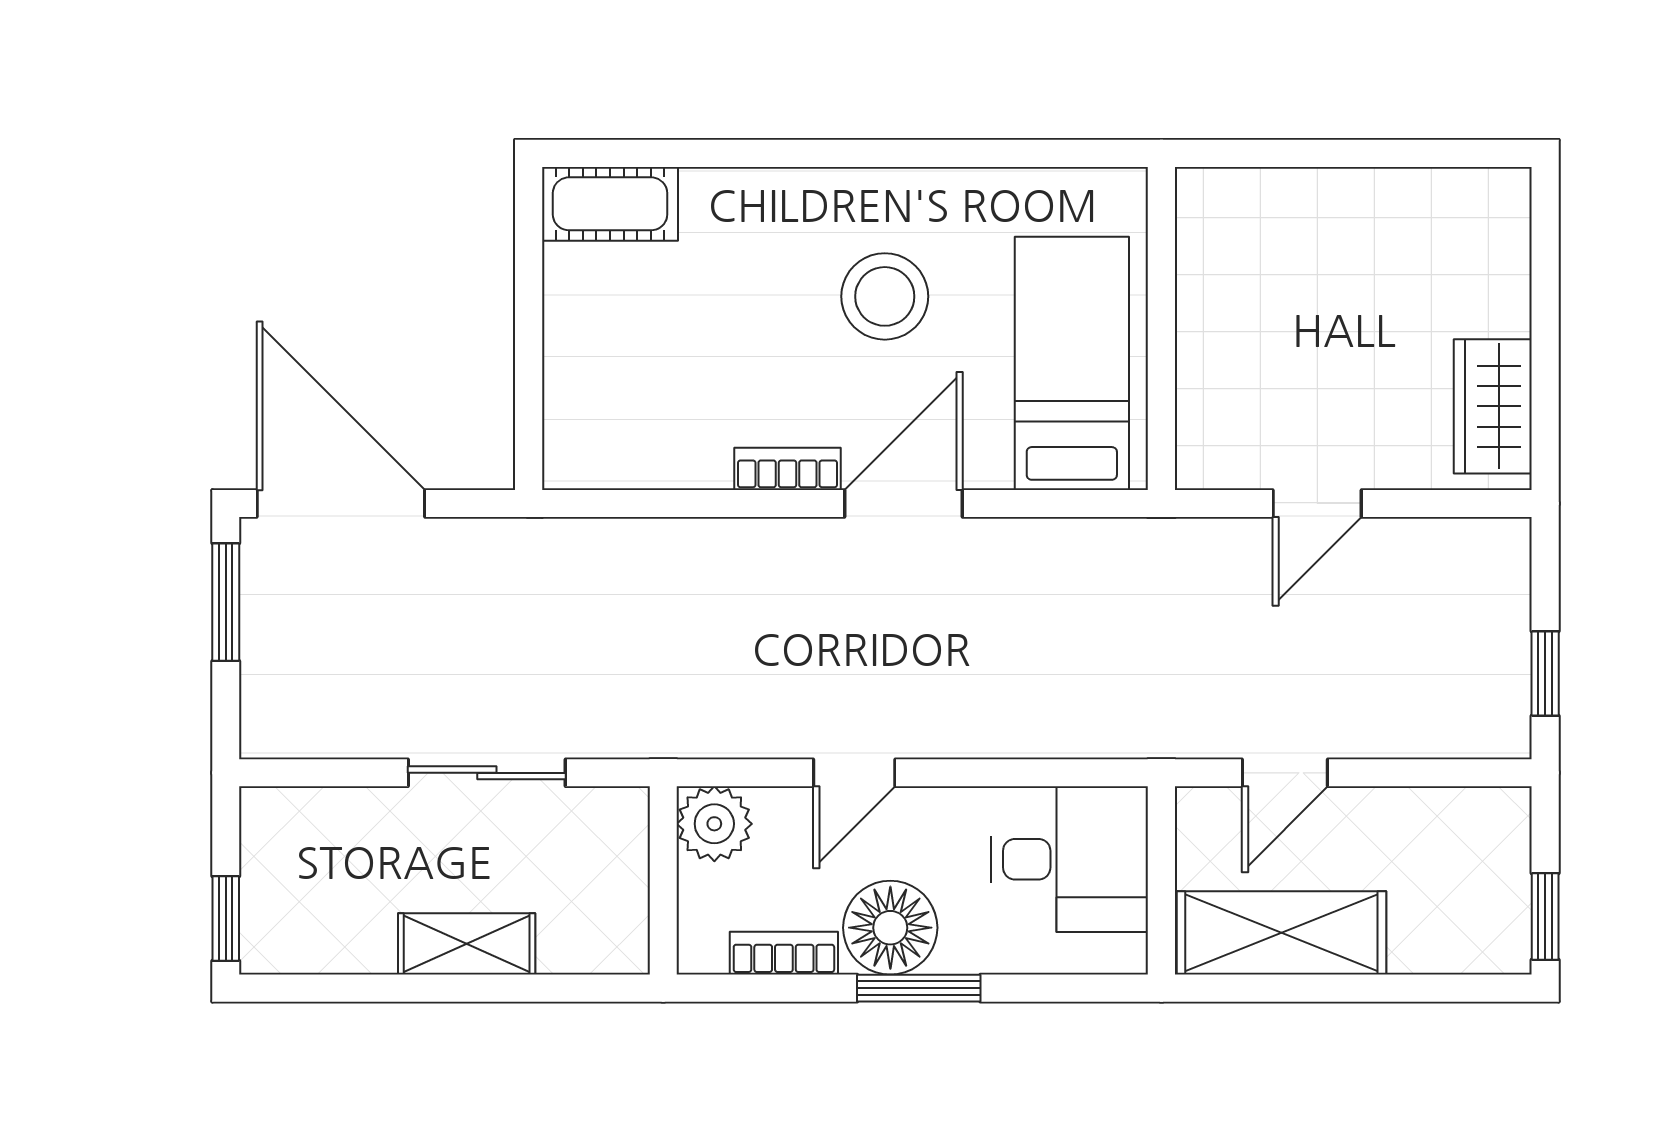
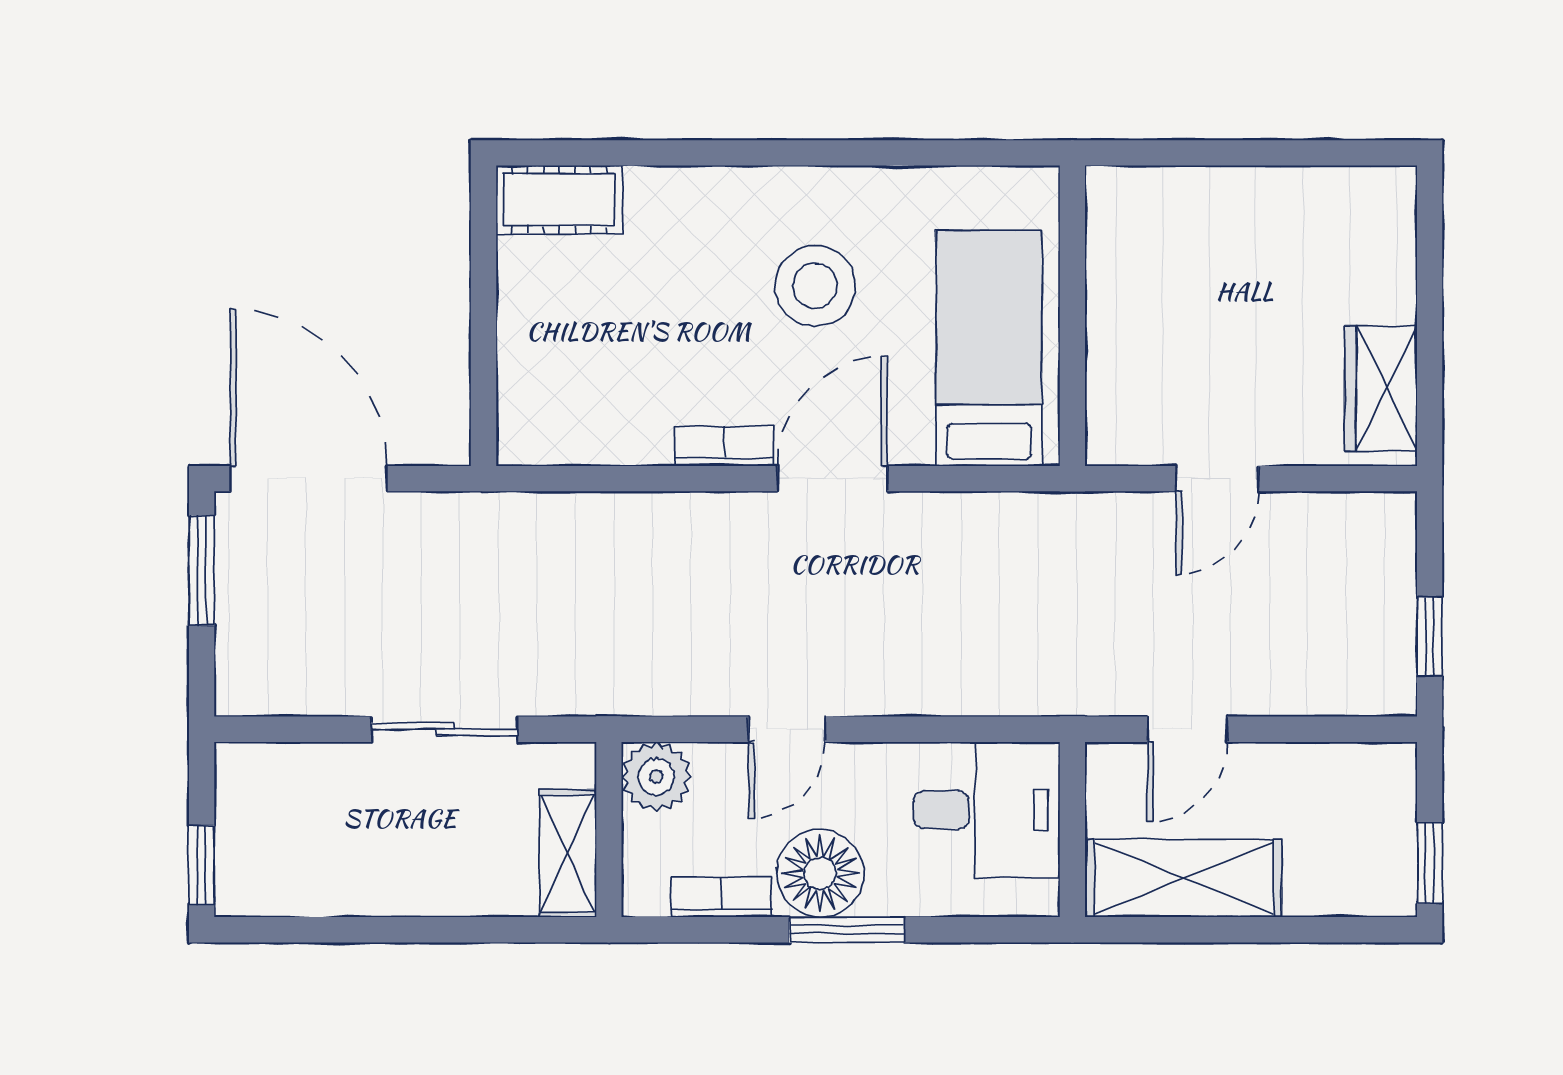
shelving: (467, 944) -> (568, 853), moved, turned 90

